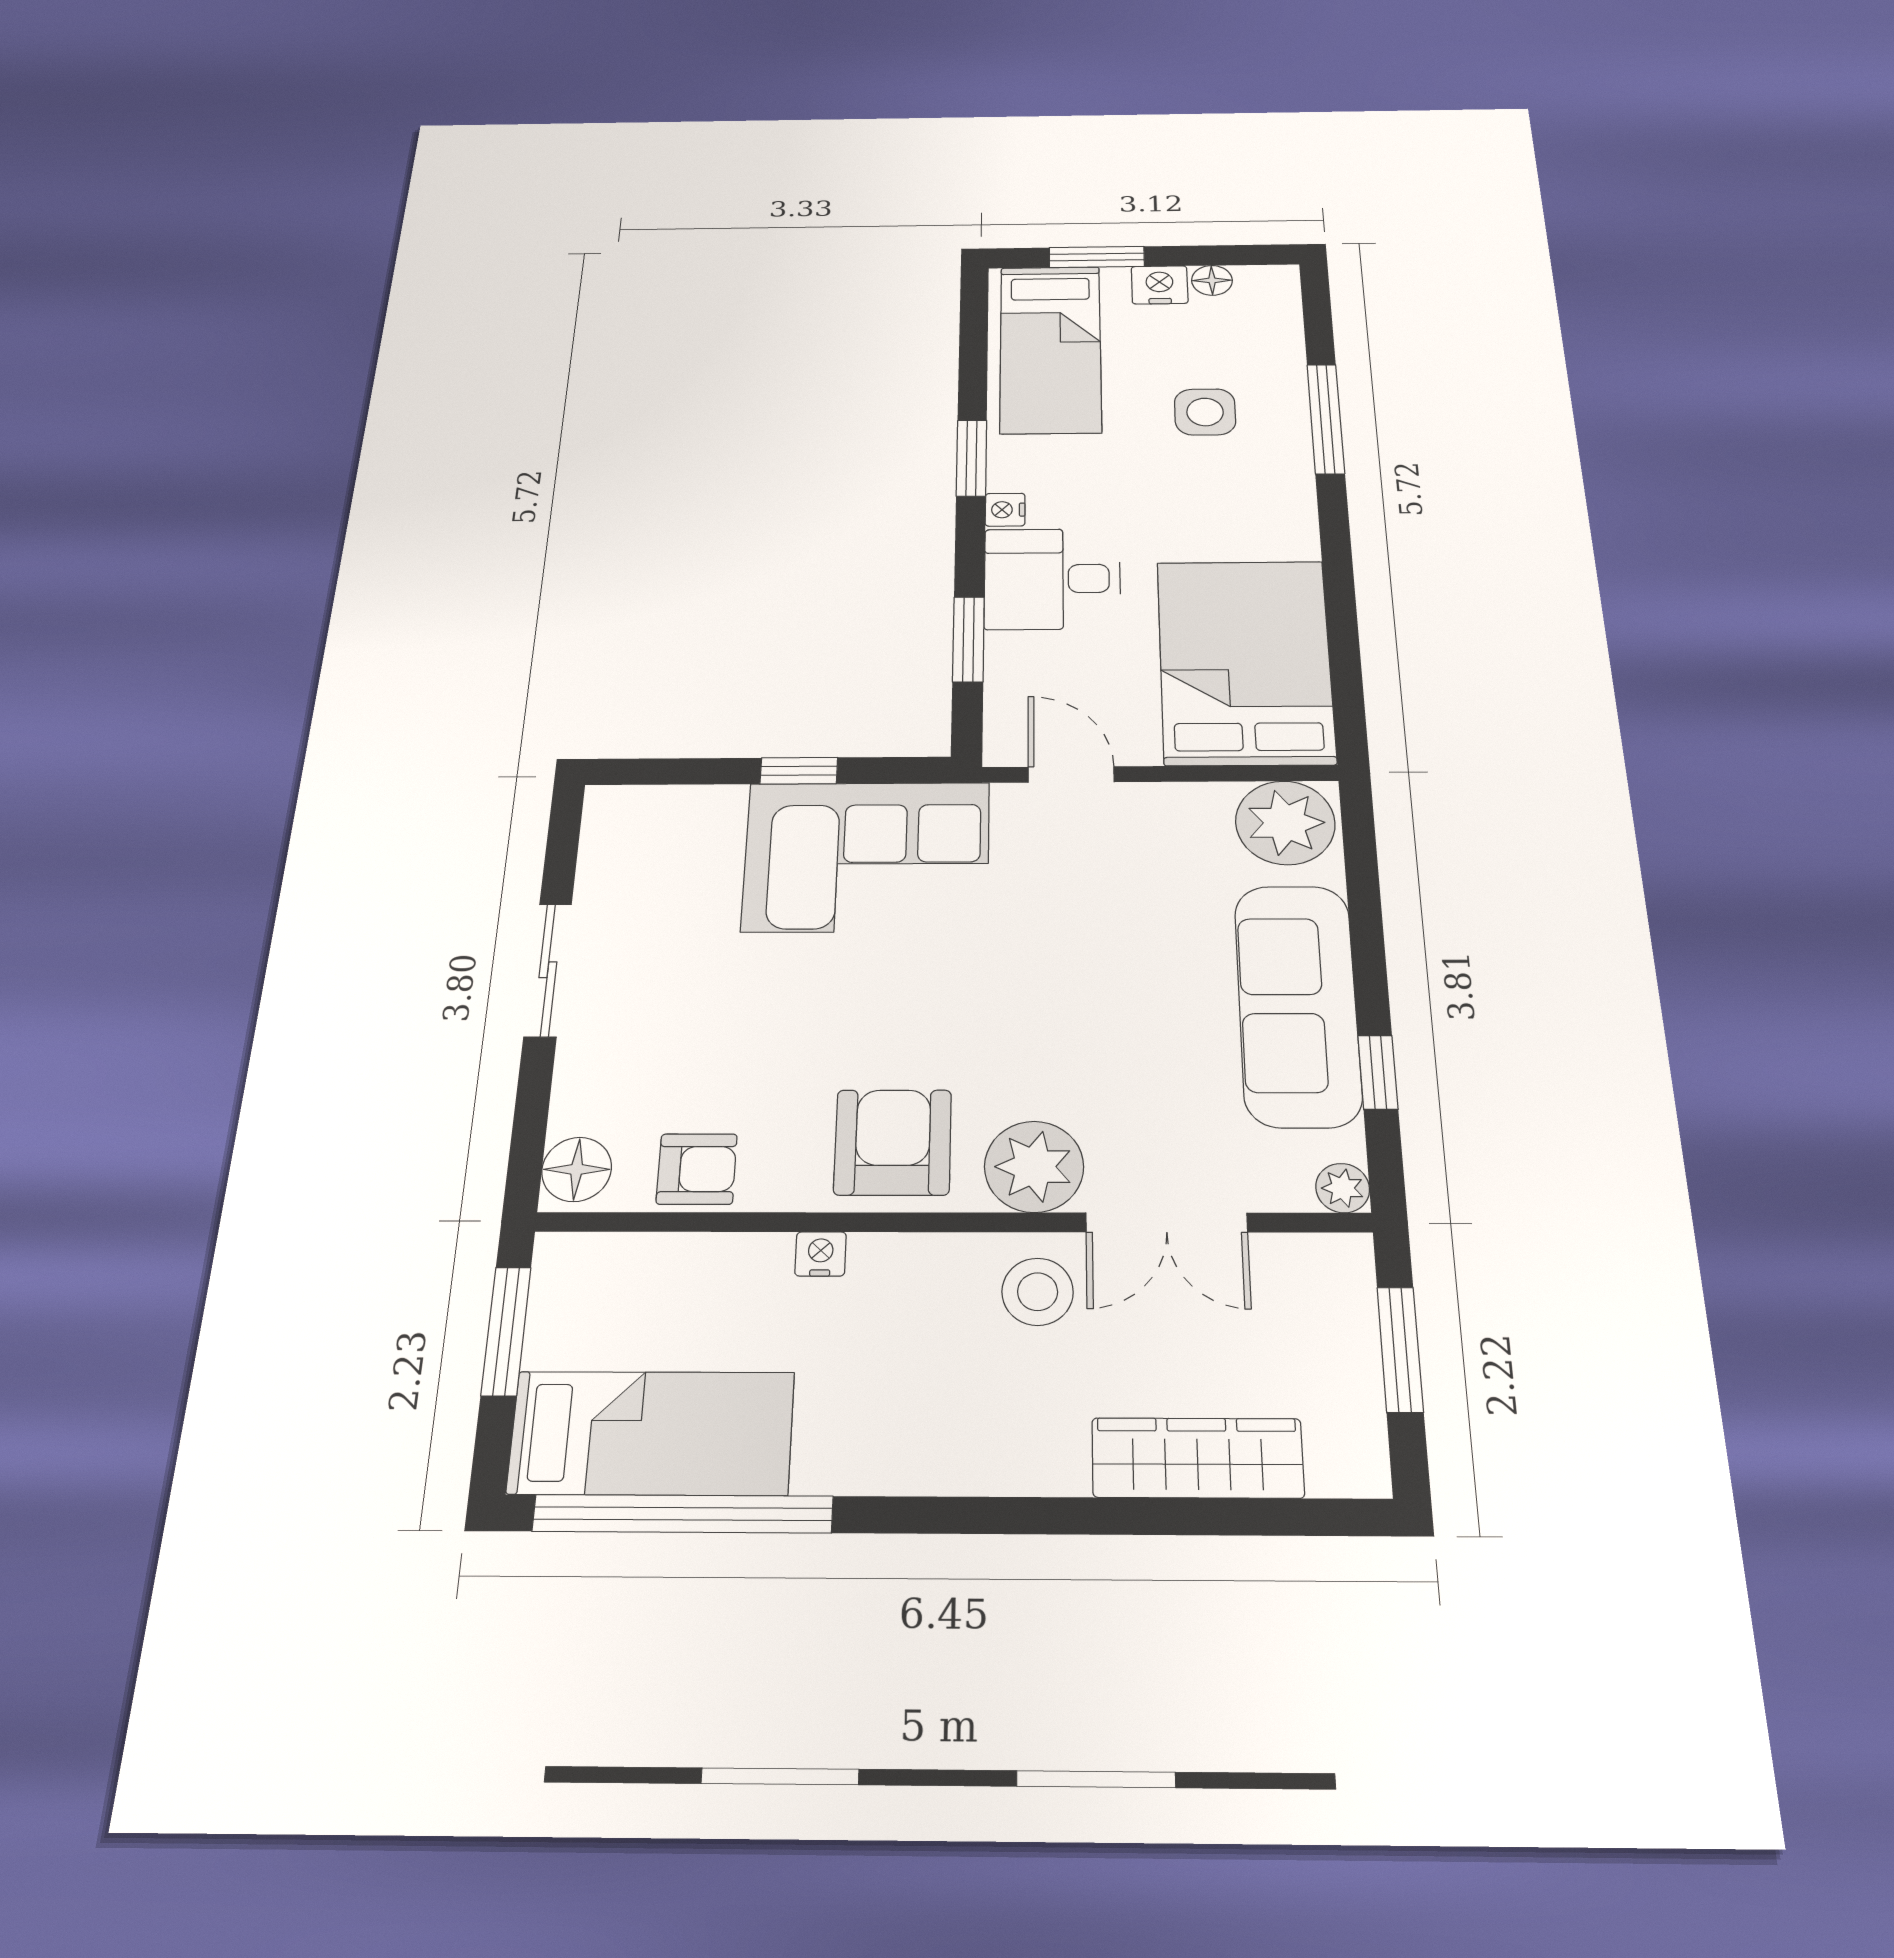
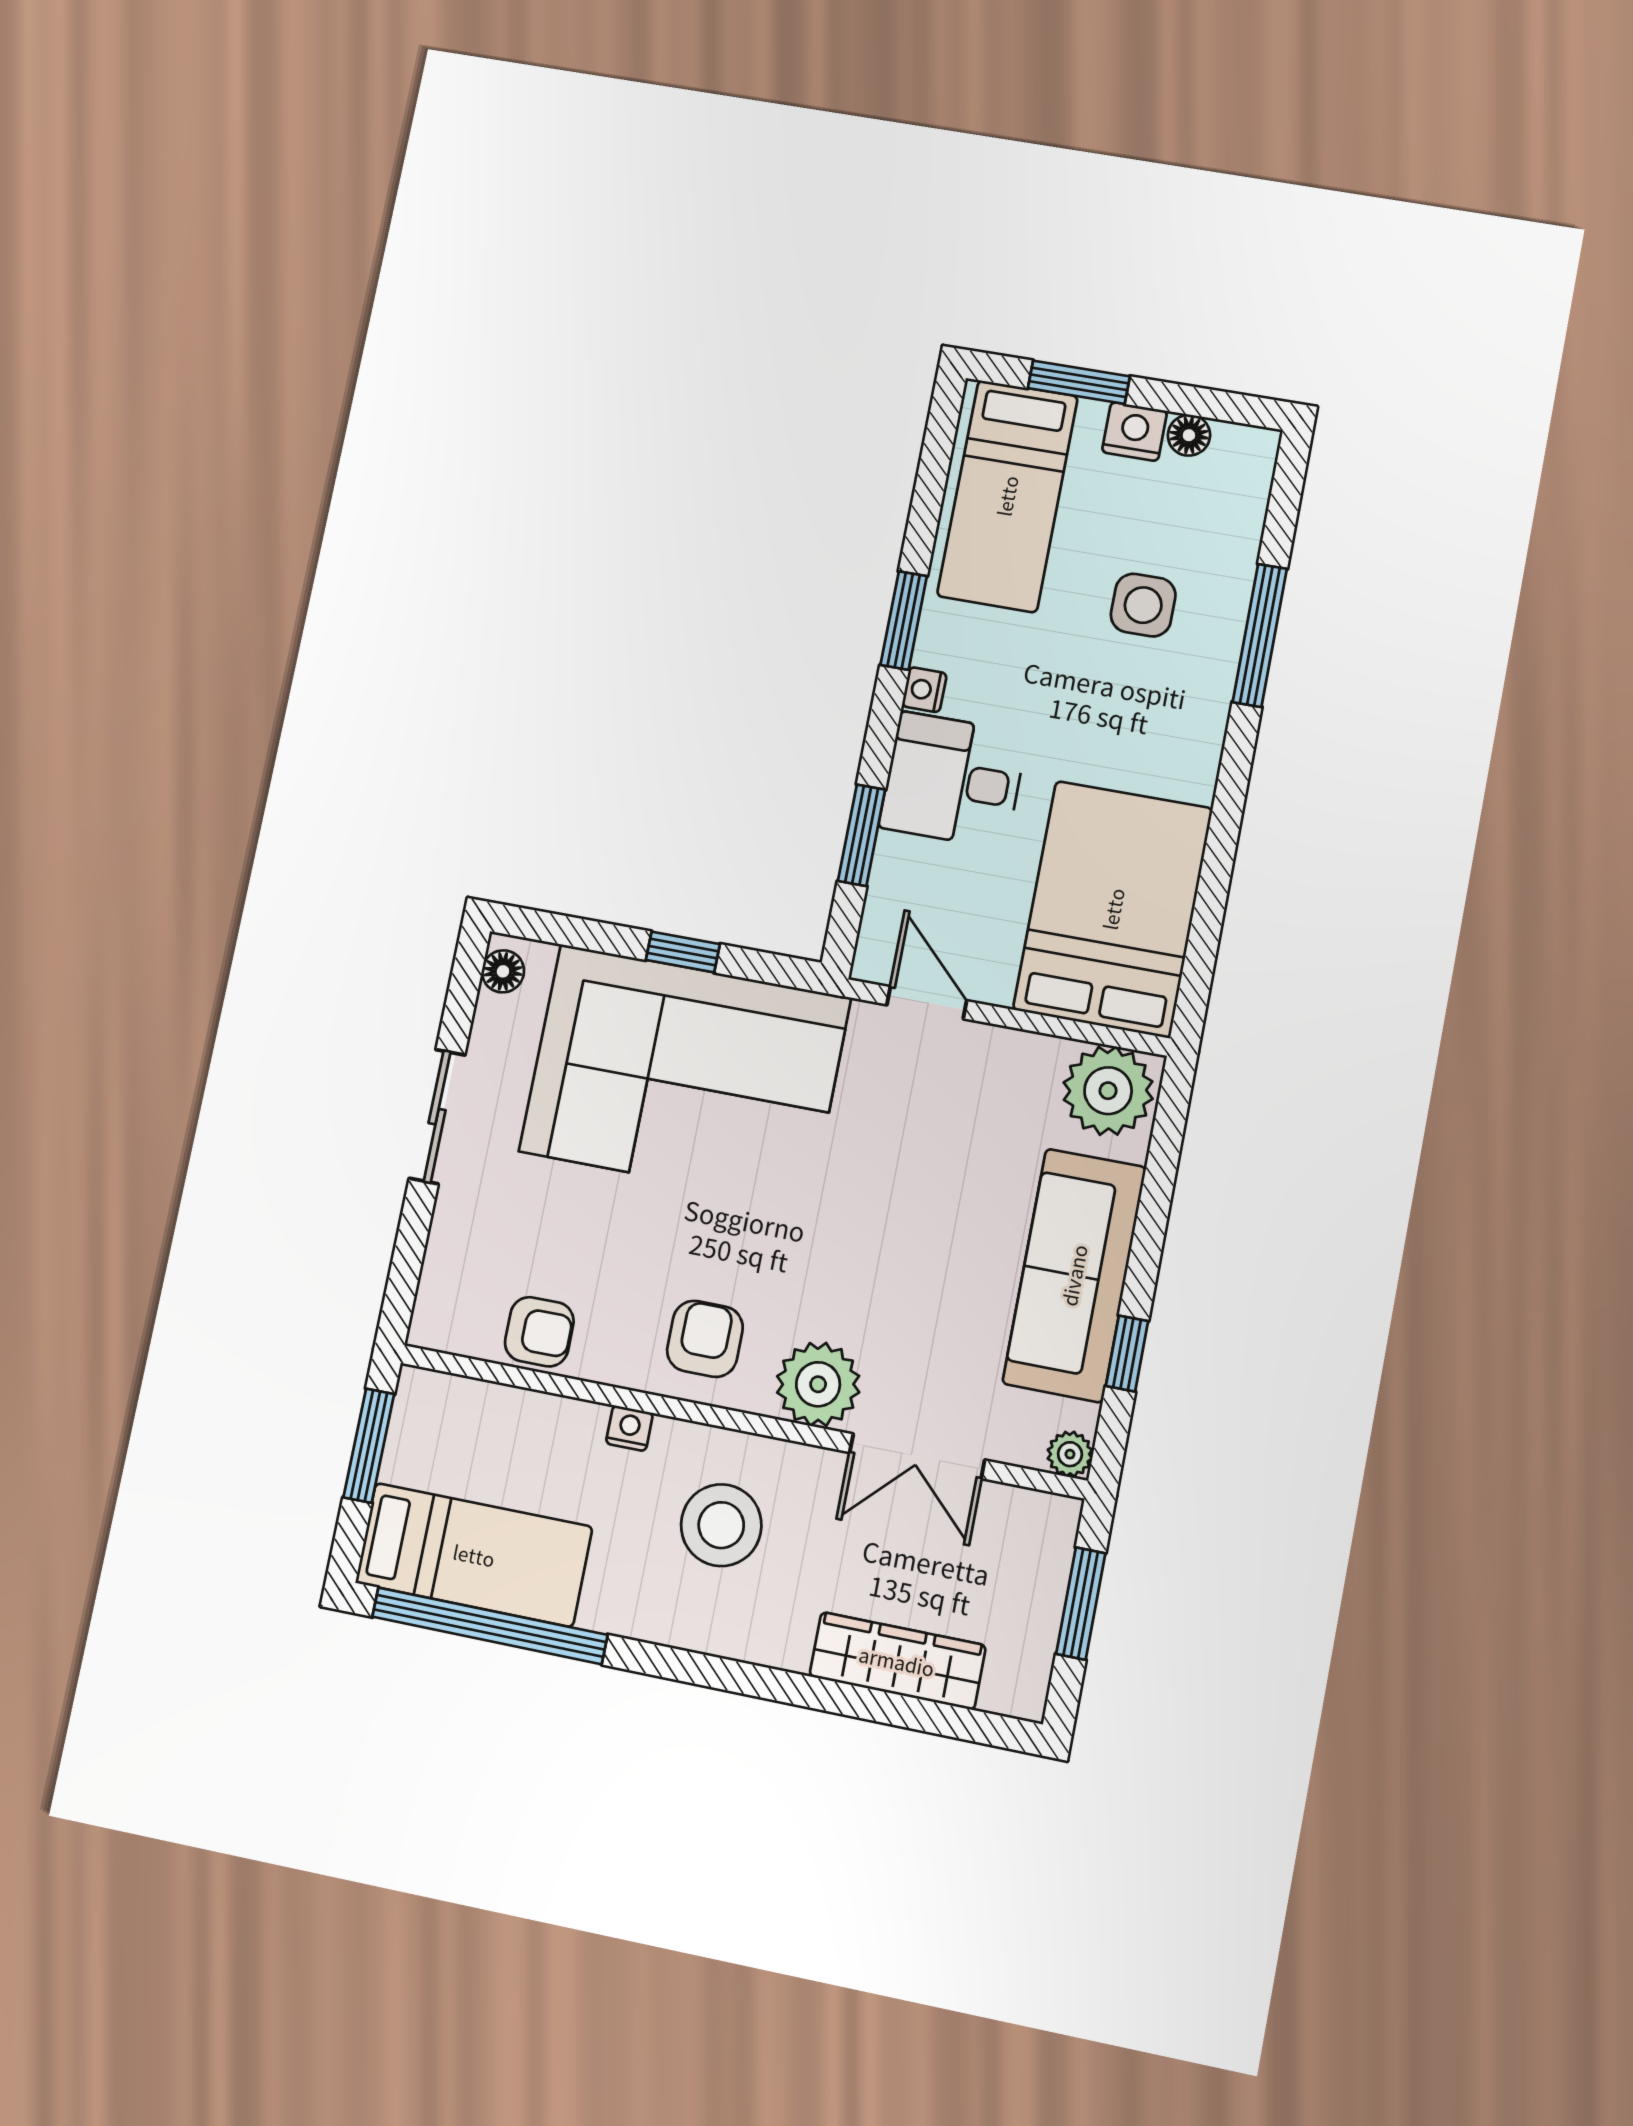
corner sofa: (867, 856) -> (685, 1075), width x1.36, depth x1.36
armchair: (893, 1142) -> (705, 1339), width x0.72, depth x0.72
floor lamp: (577, 1169) -> (503, 971), moved, width x0.73, depth x0.73
stool: (1038, 1292) -> (721, 1525), moved, width x1.38, depth x1.38

